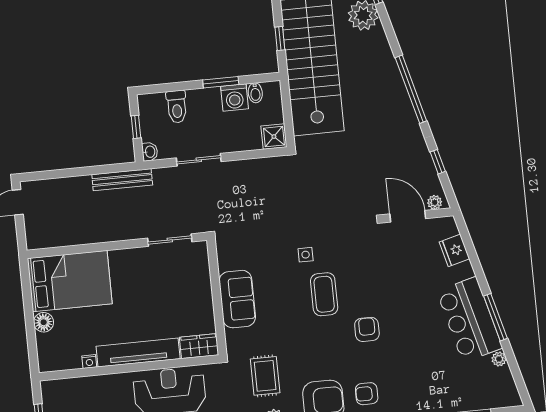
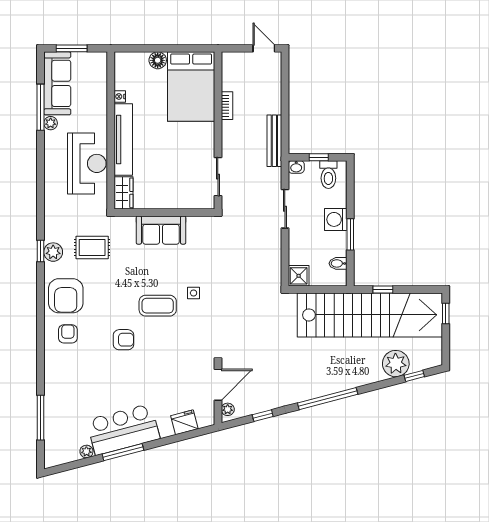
washing machine: (234, 97) -> (336, 219), moved
toilet: (177, 107) -> (328, 175), moved, turned -90
bookcase: (87, 238) -> (227, 106), added

